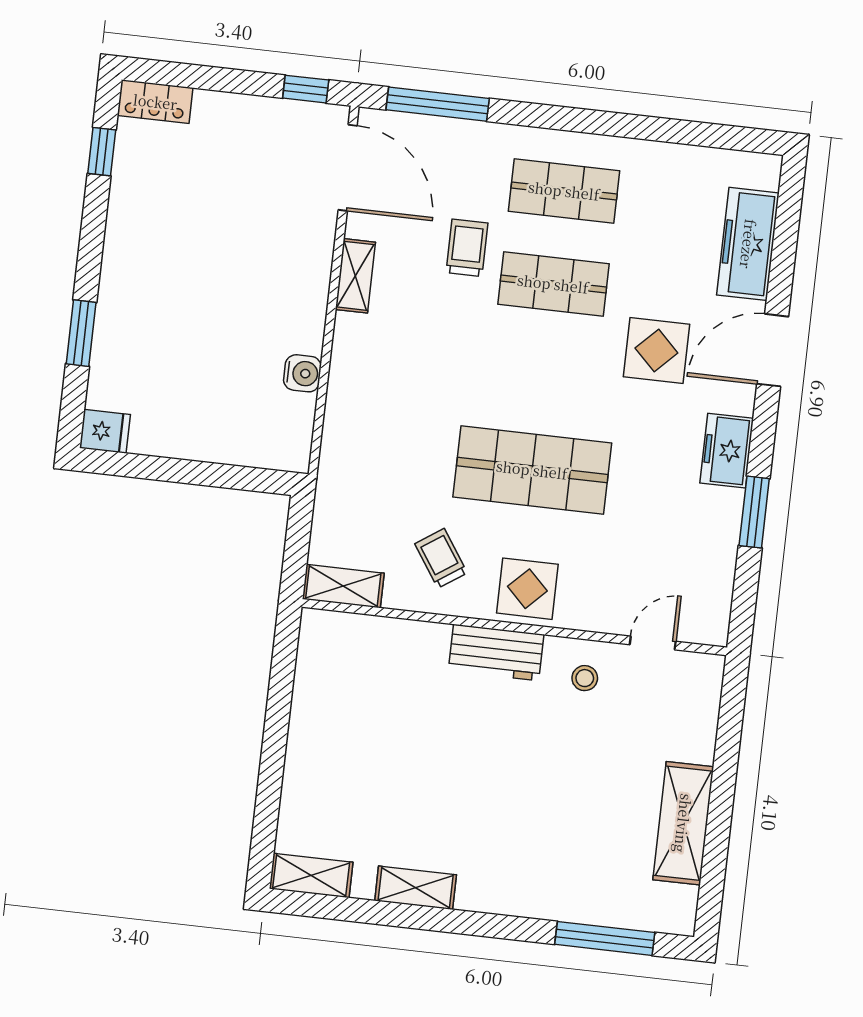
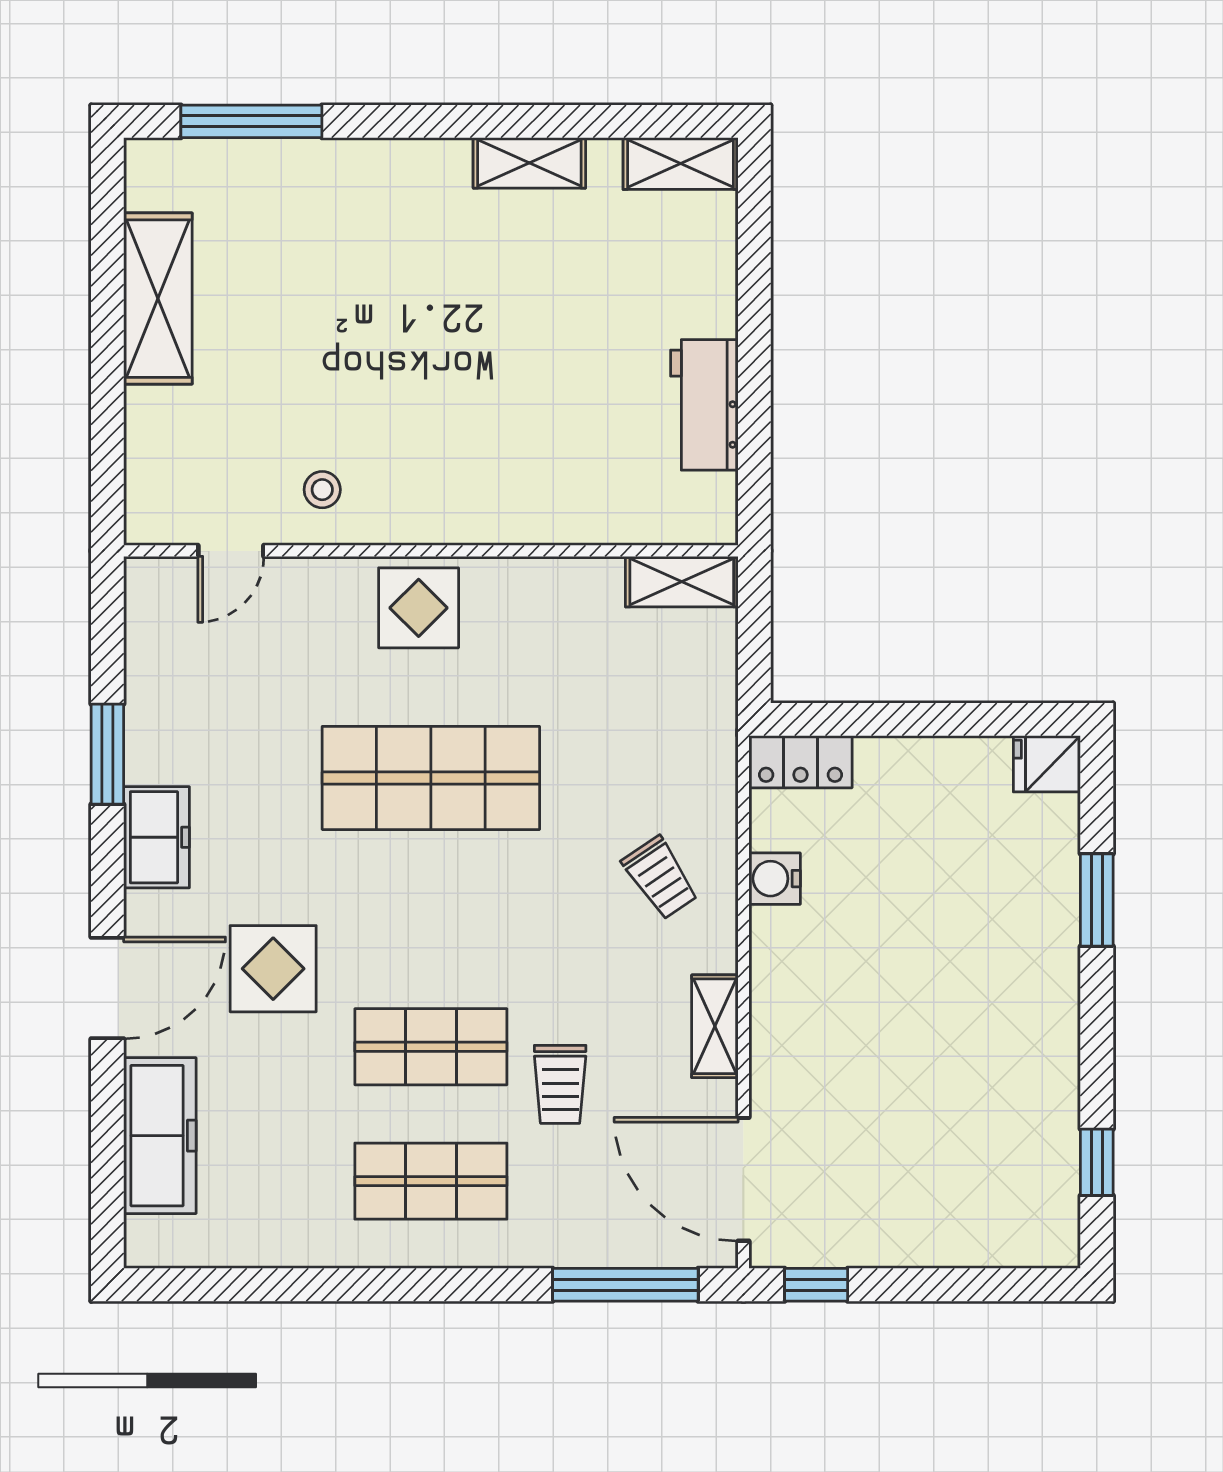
locker: (155, 102) -> (800, 762), moved, turned 180
trolley: (441, 558) -> (660, 878), moved
workbench: (496, 653) -> (704, 405), moved, turned -90

